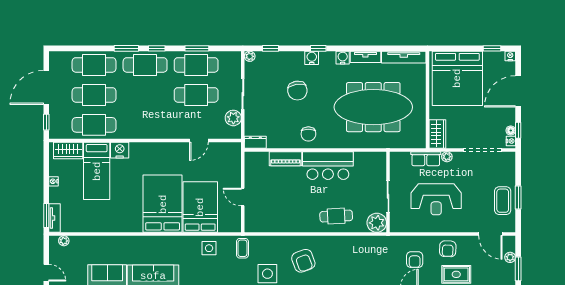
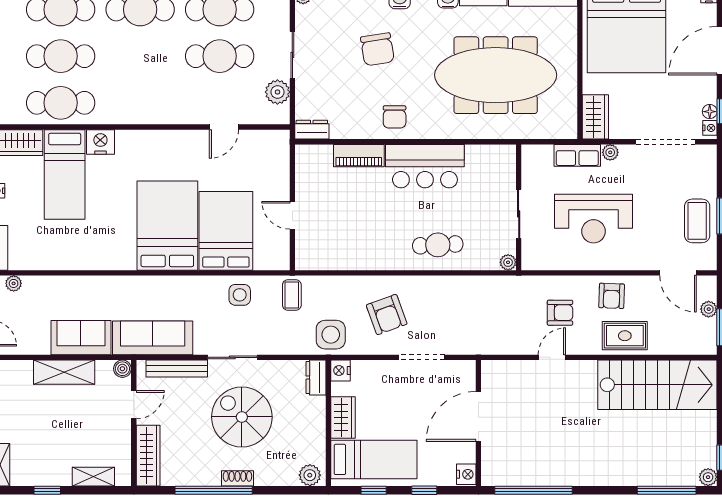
plant: (377, 223) -> (508, 262), width x0.53, depth x0.53
armchair: (415, 260) -> (560, 313), turned -90

